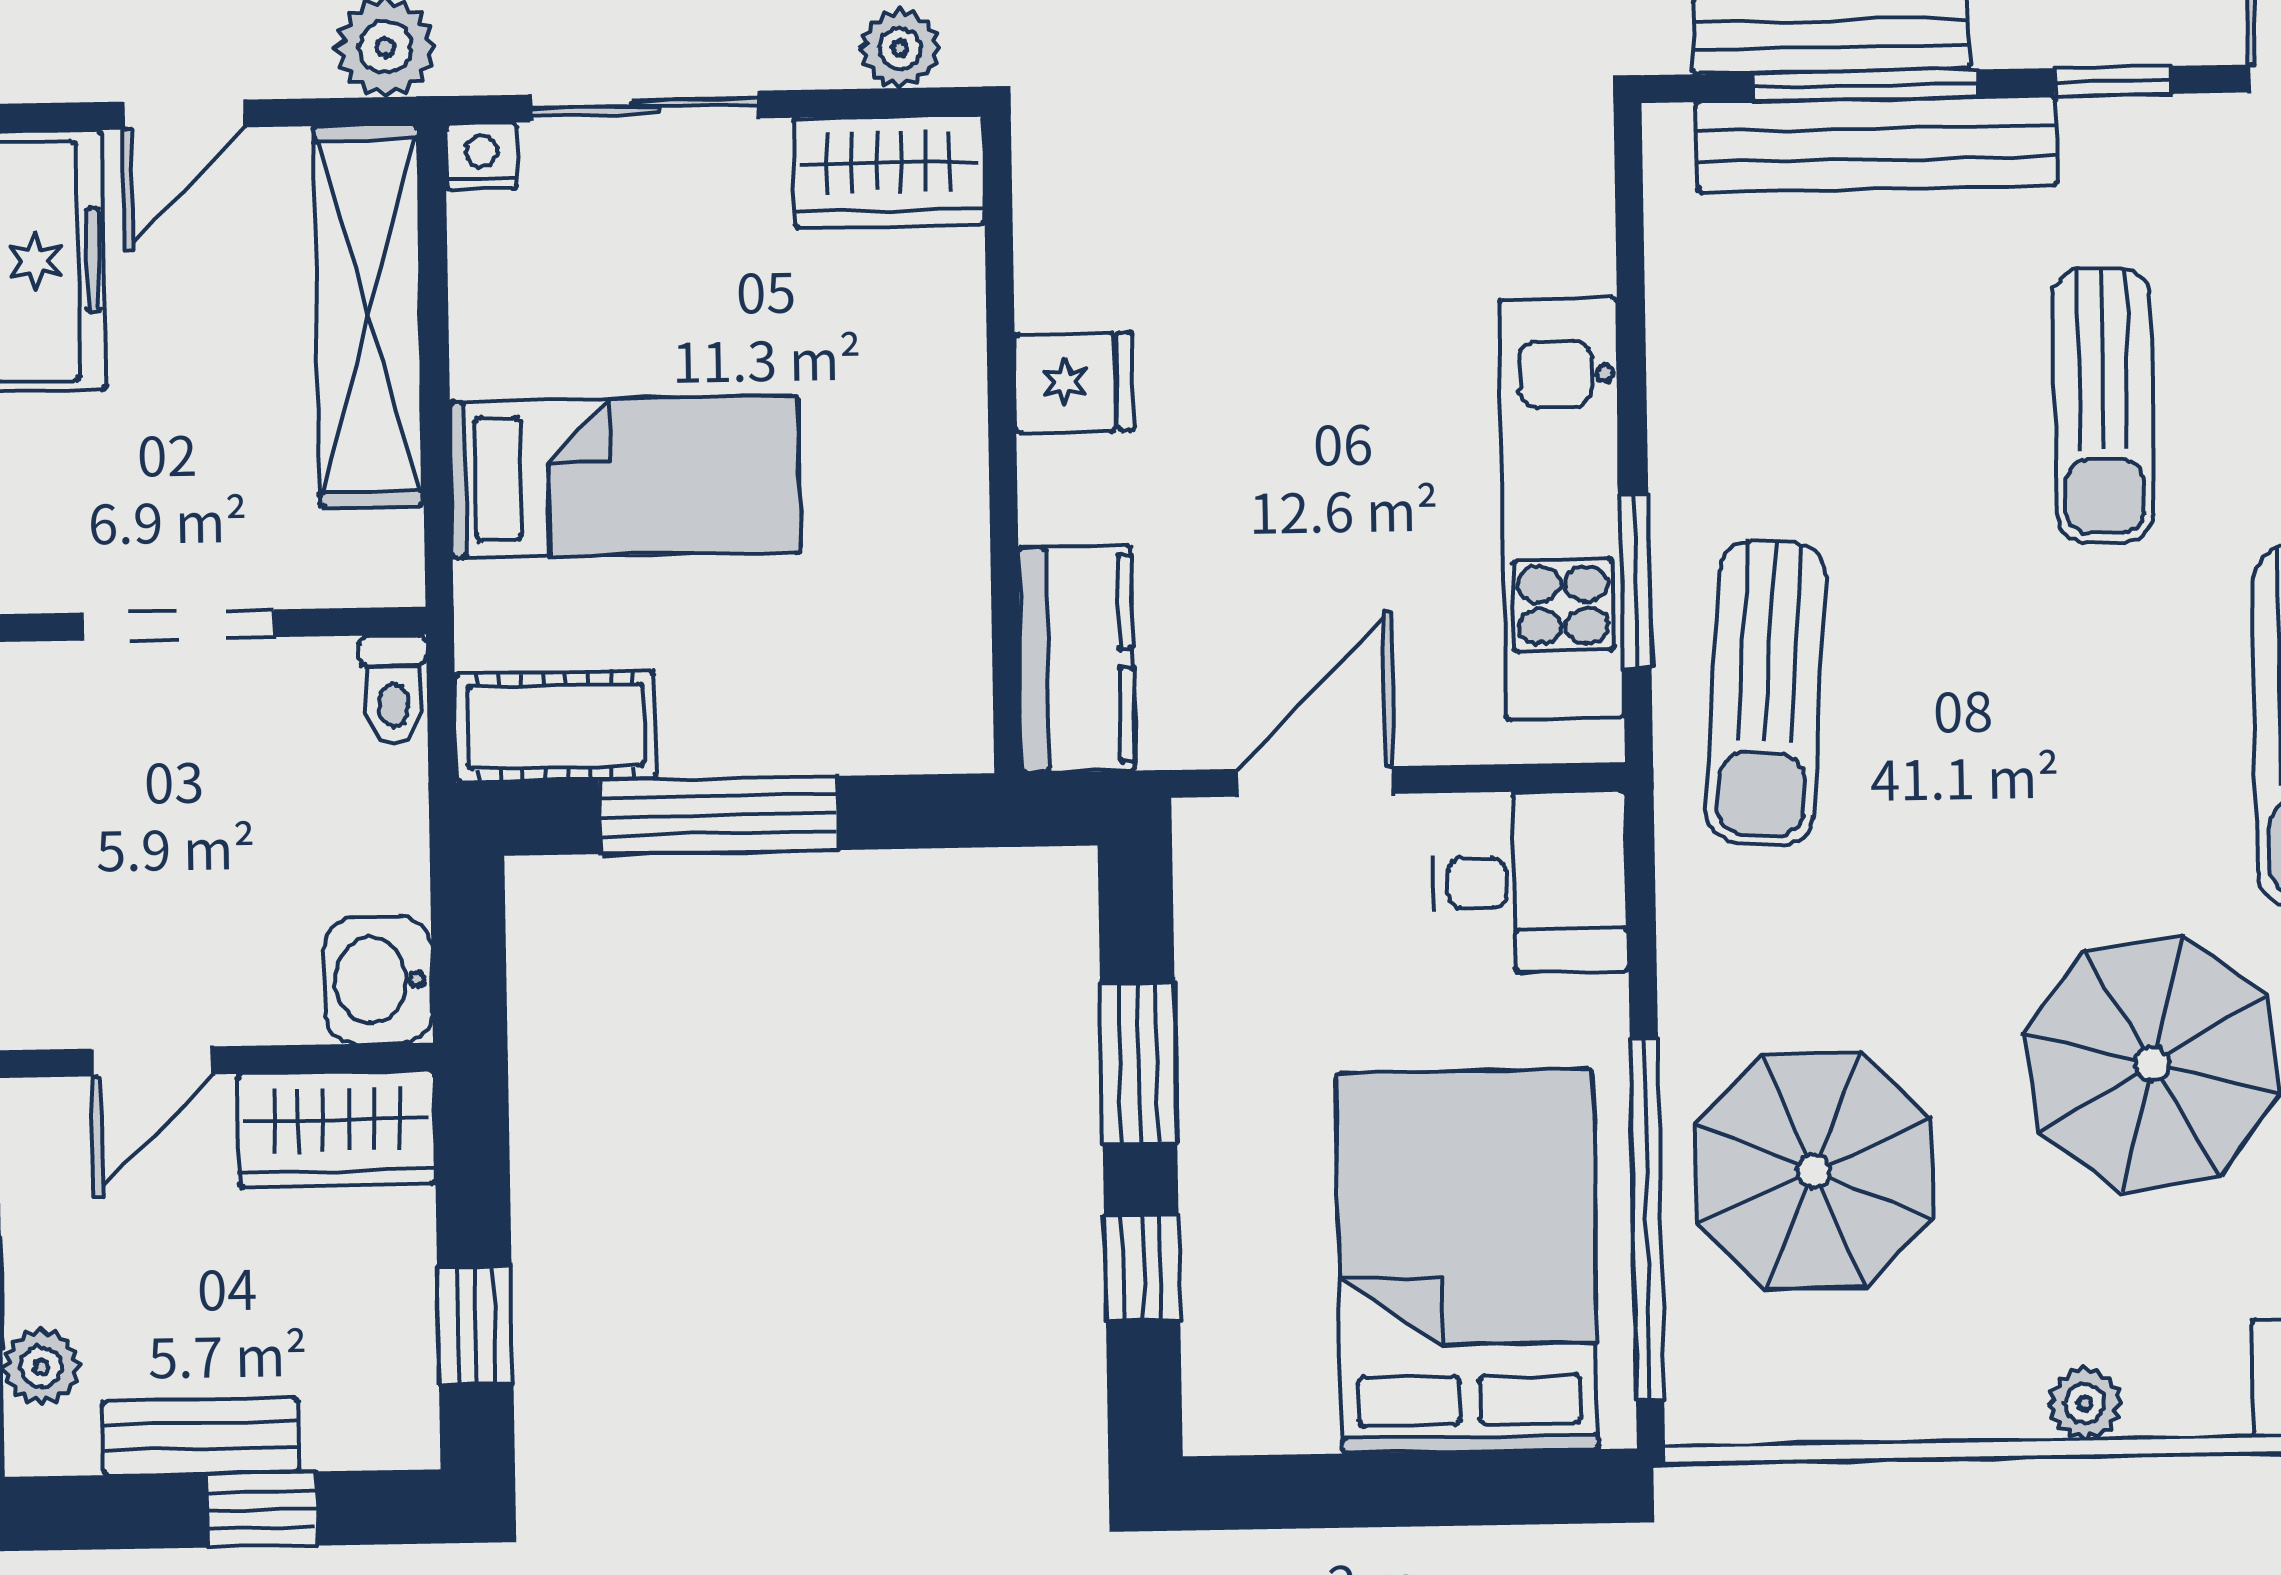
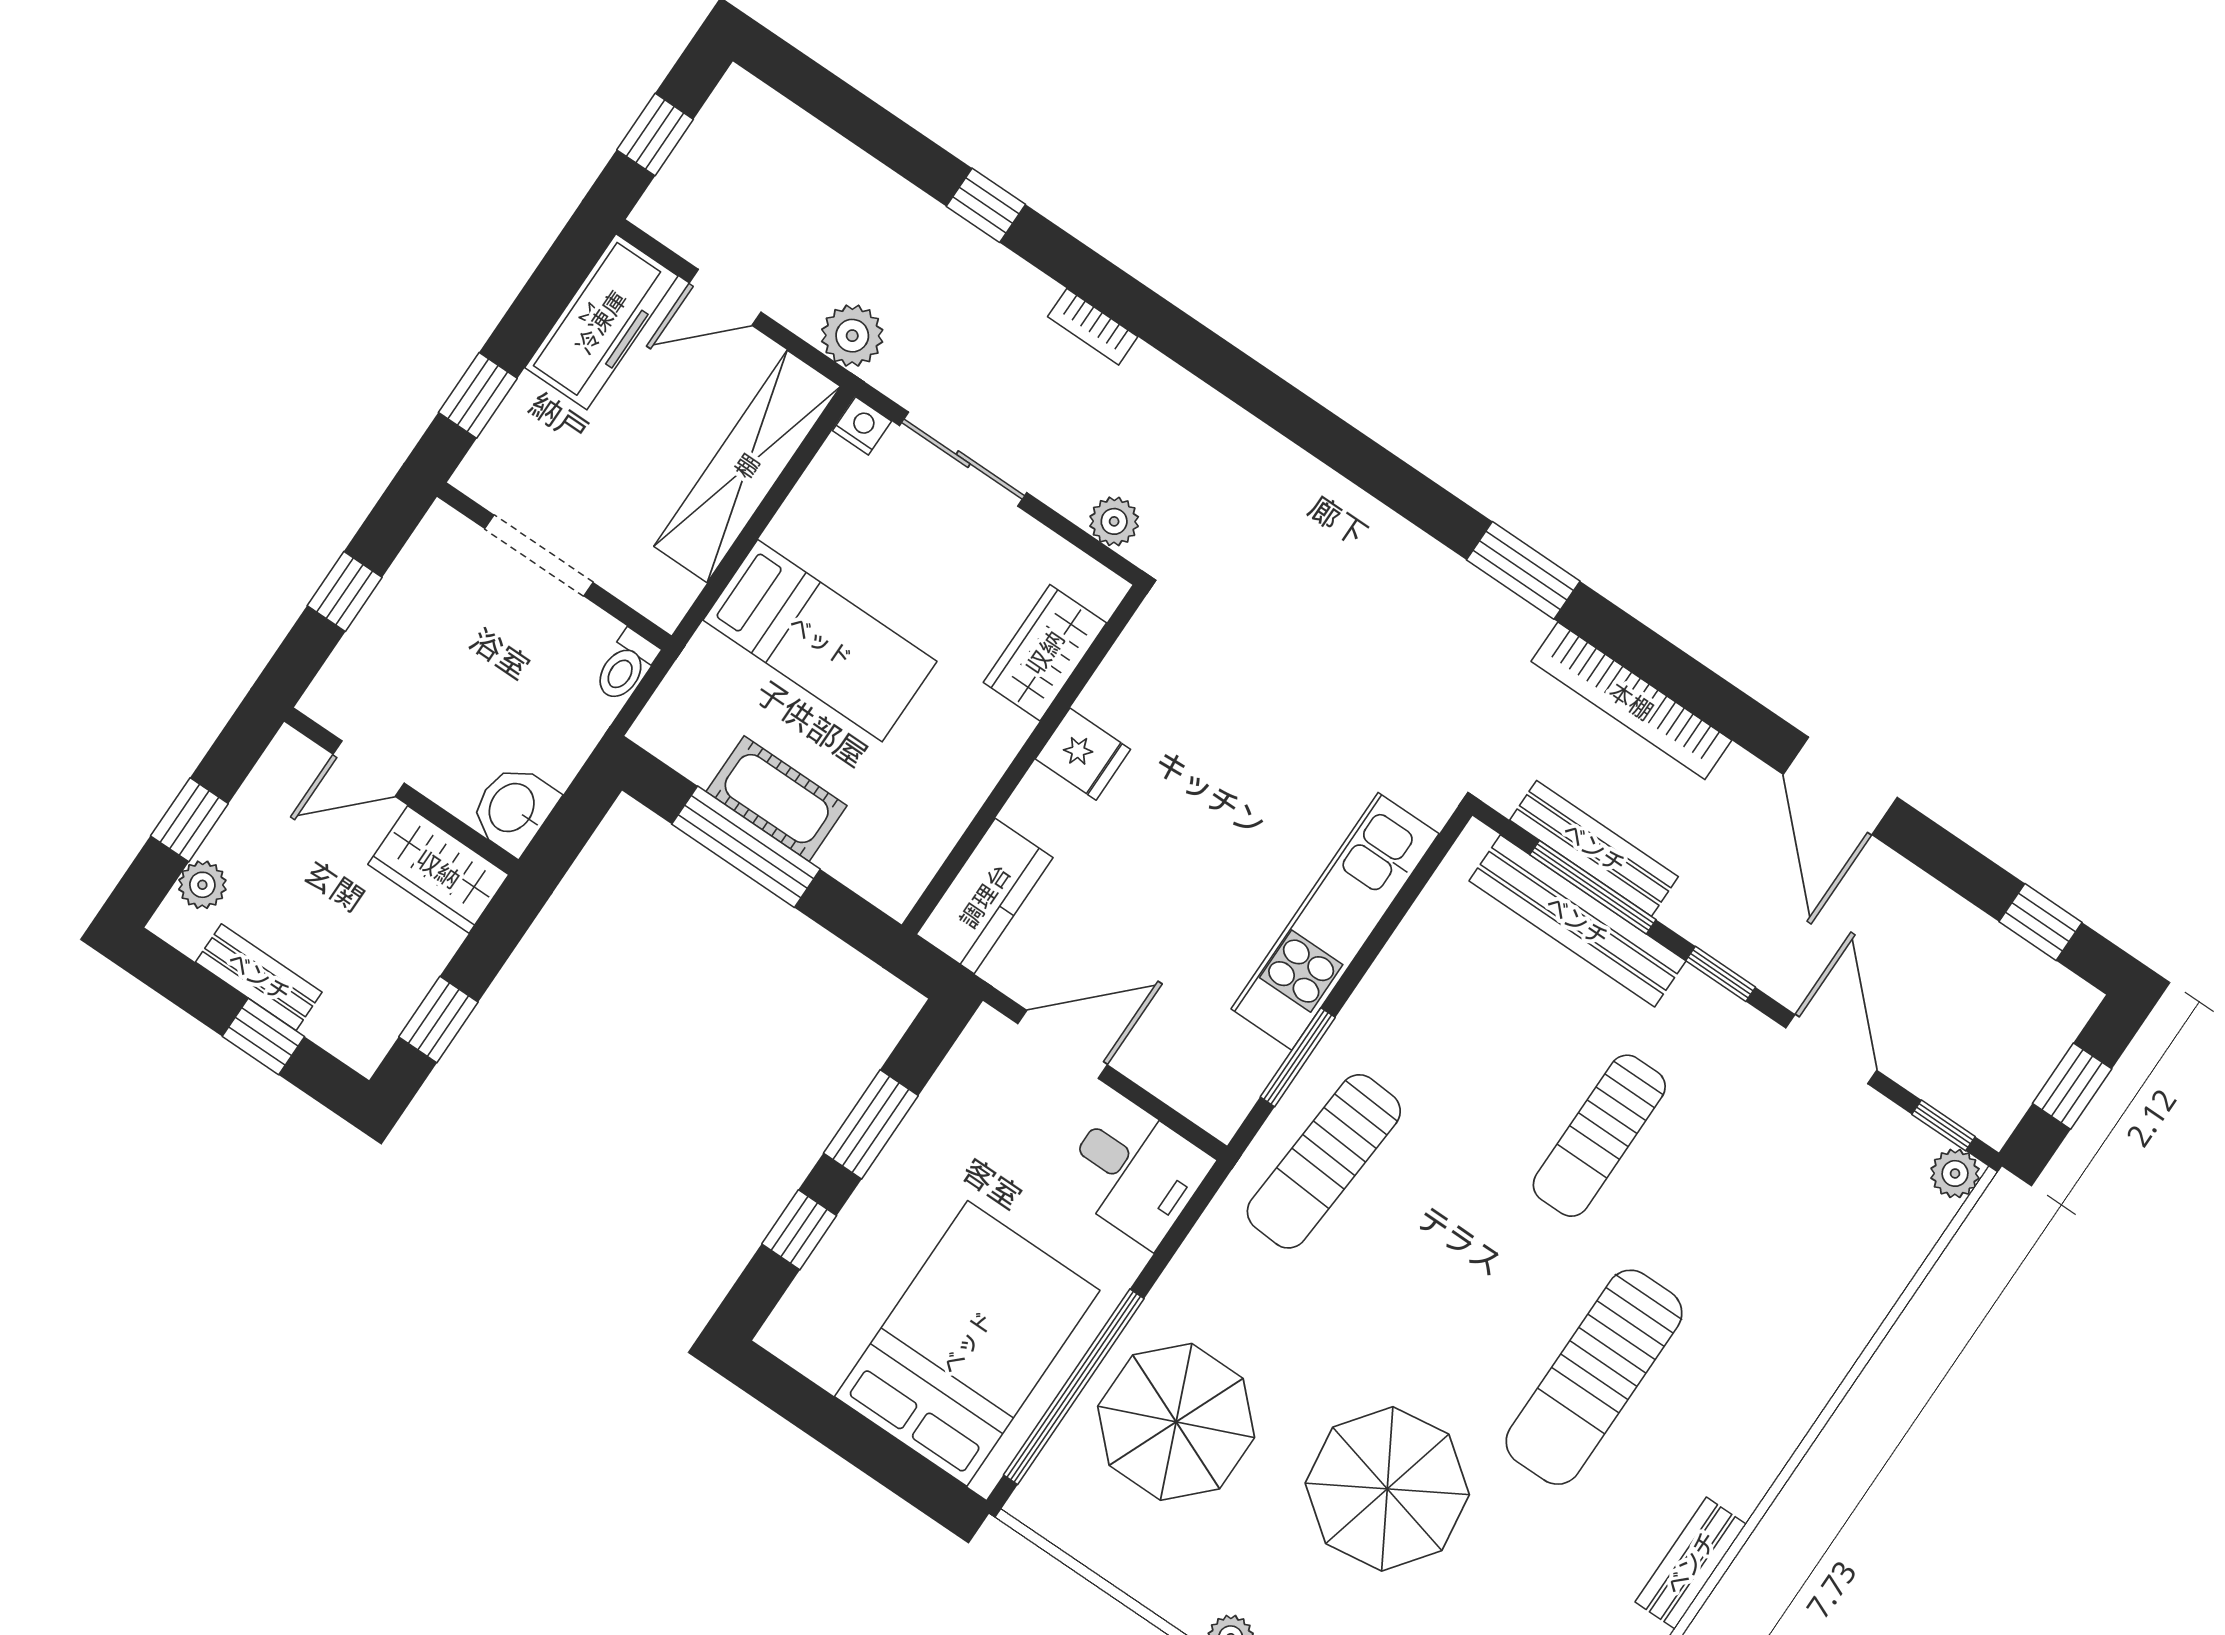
wardrobe: (889, 171) -> (1045, 653), moved, turned 90
kitchen unit: (1561, 509) -> (1335, 921), moved
cot: (555, 726) -> (777, 799), moved

